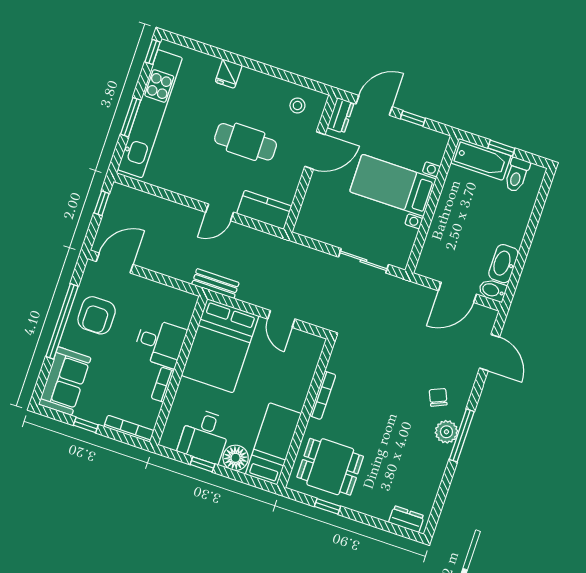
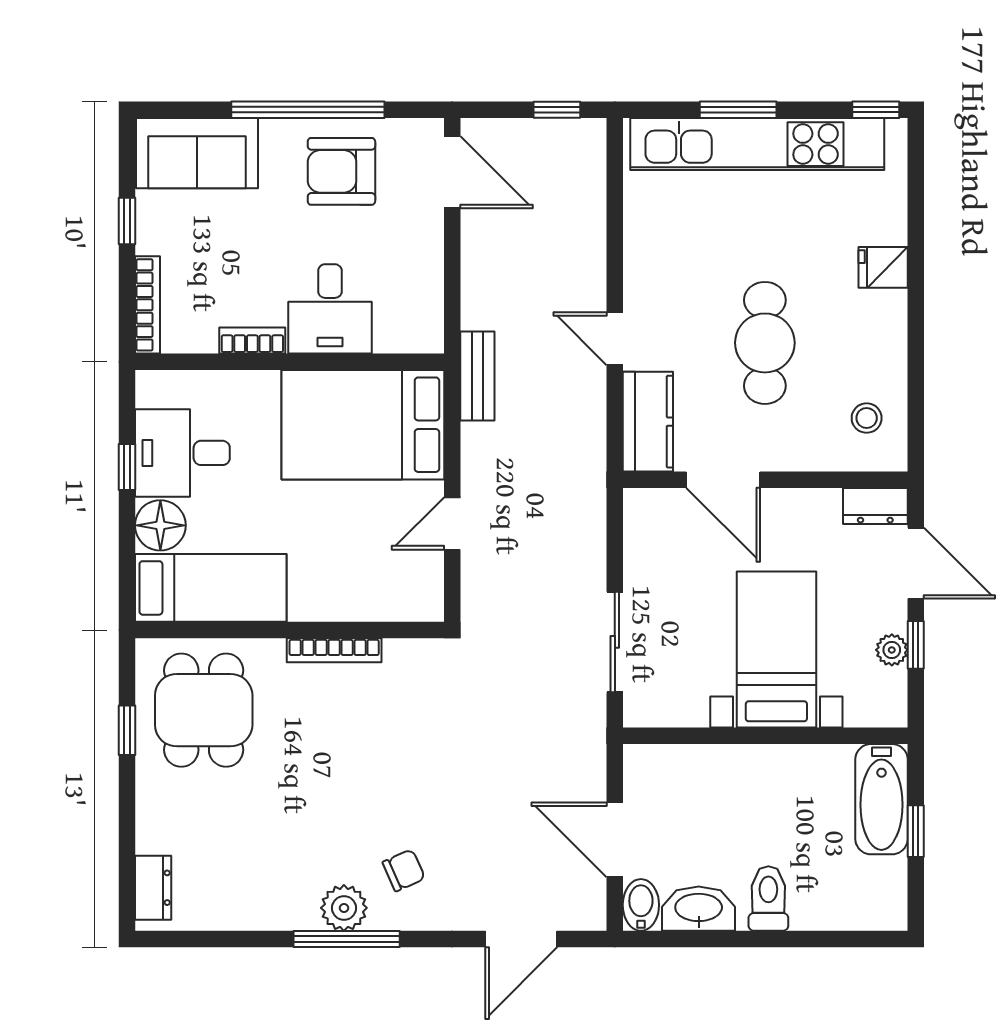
plant: (412, 131) -> (892, 650), added
door: (315, 151) -> (723, 480), moved
toilet: (517, 175) -> (768, 899), moved, turned 90

